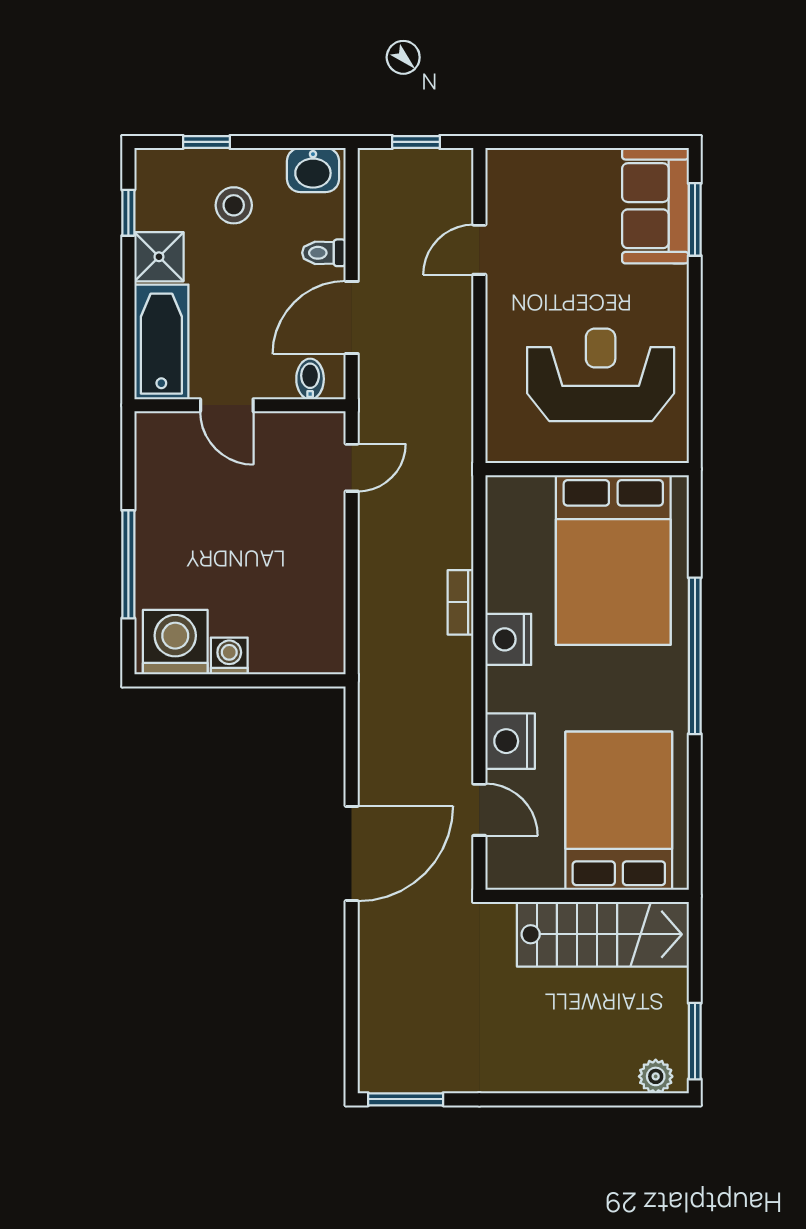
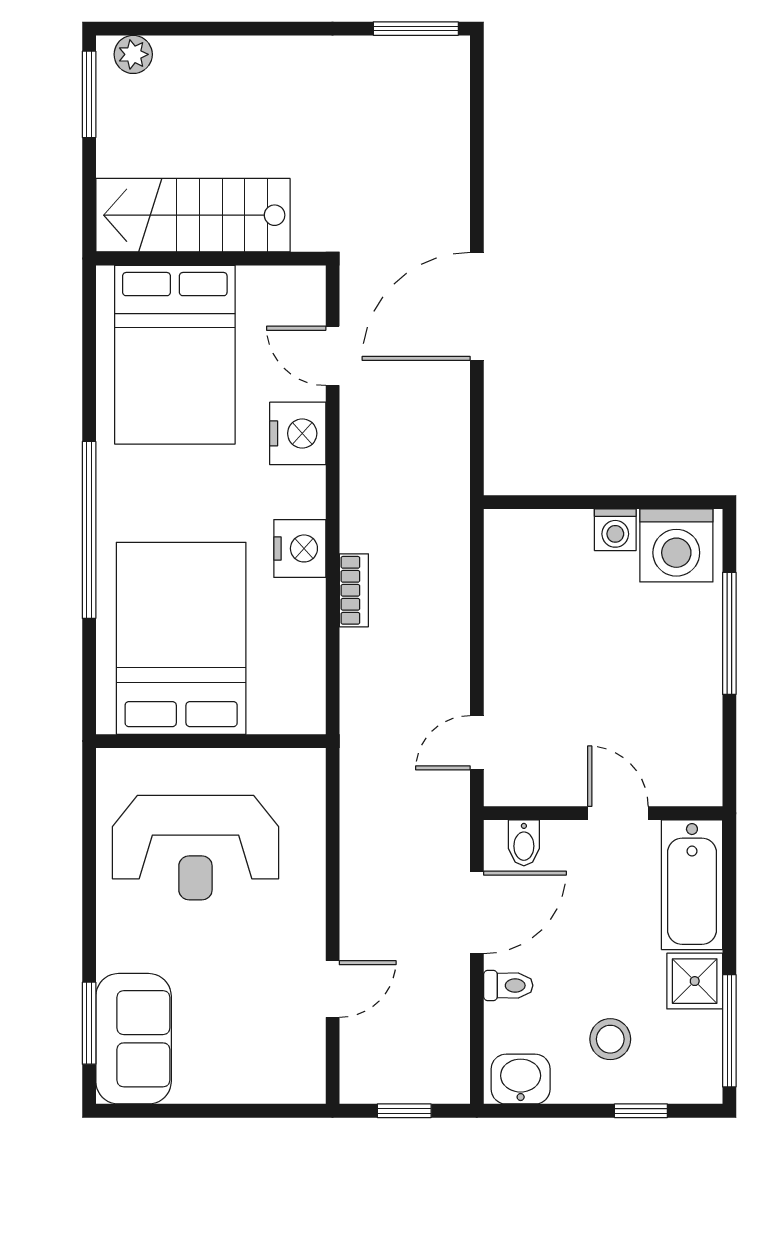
window: (128, 213) -> (729, 1031), width x2.17

